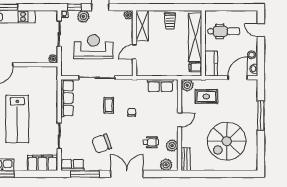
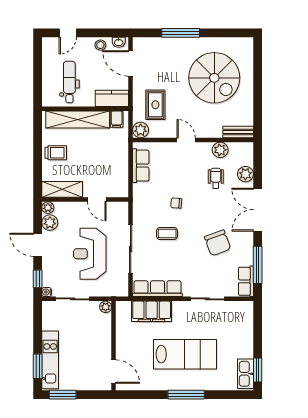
plant: (83, 16) -> (50, 223), moved
filing cabinet: (42, 163) -> (152, 311), moved, turned -90
plant: (166, 165) -> (245, 174), moved

